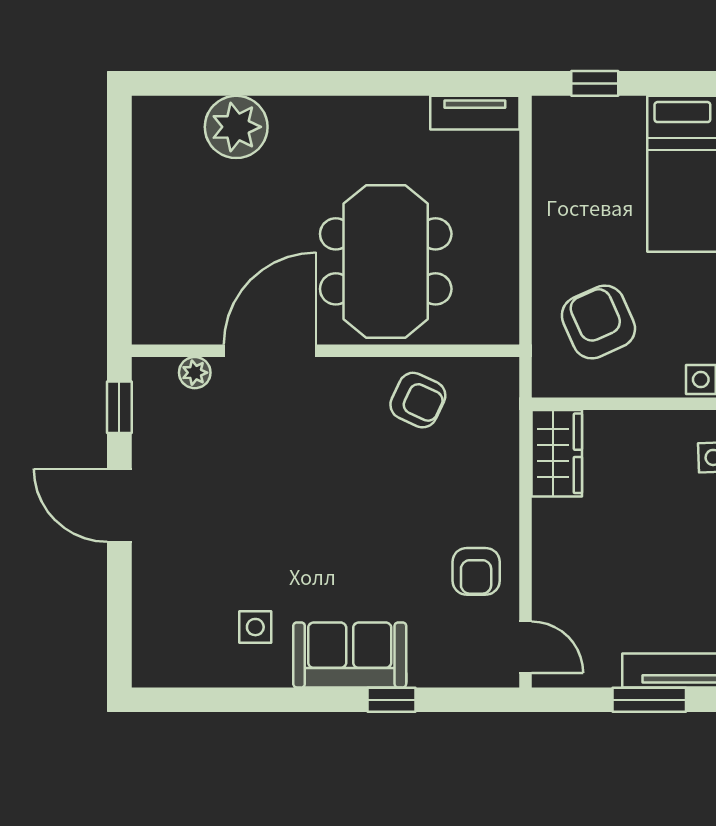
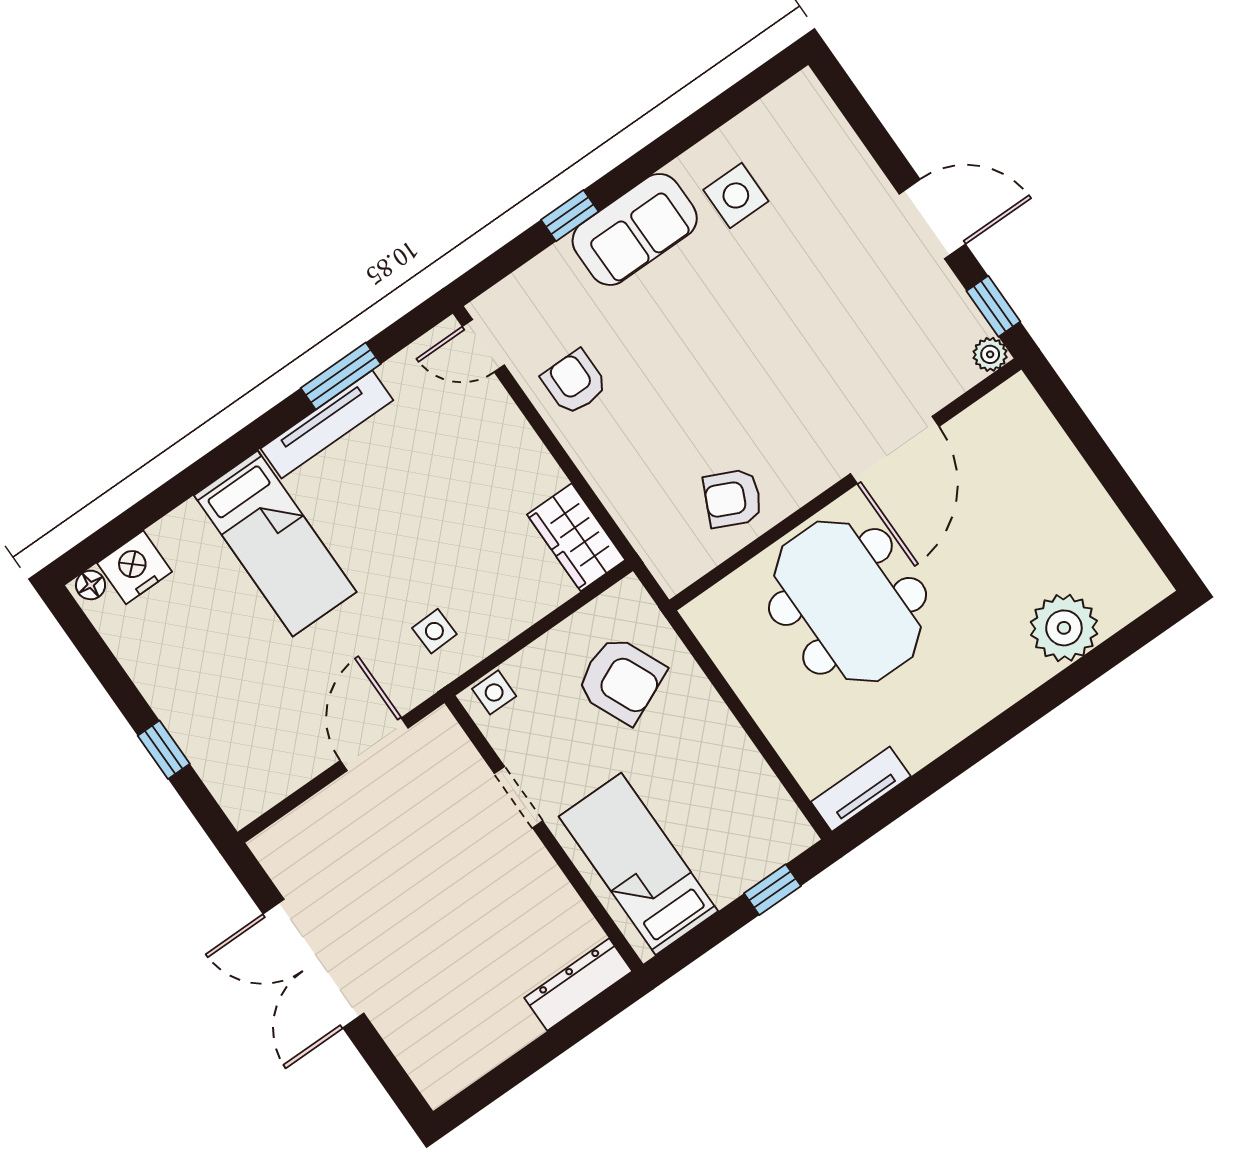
plant: (195, 373) -> (990, 354), moved
side table: (255, 627) -> (736, 195), width x1.37, depth x1.37

